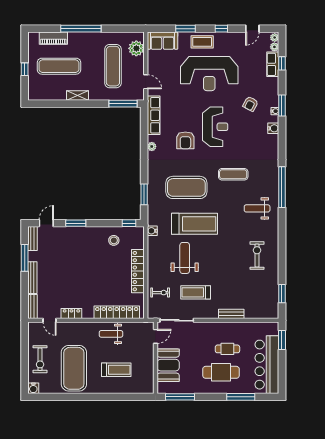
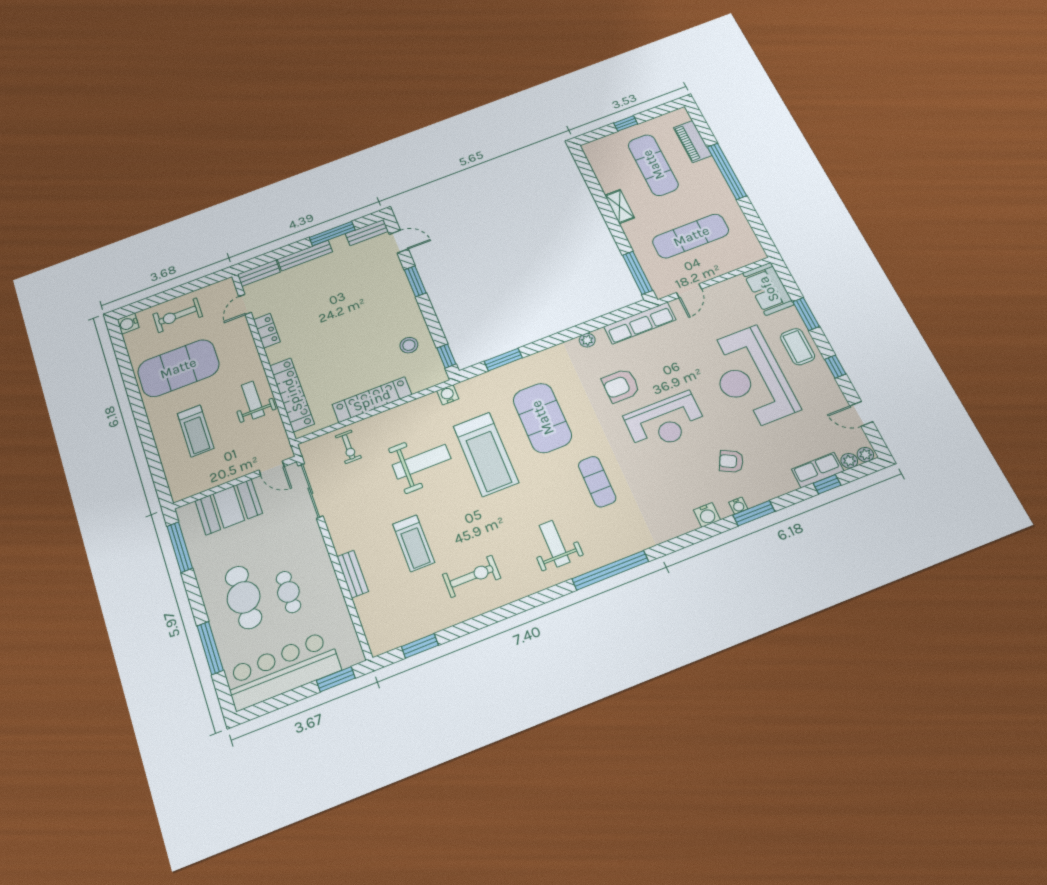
plant: (136, 48) -> (736, 257), removed
treadmill: (196, 292) -> (414, 543), moved, turned 180

